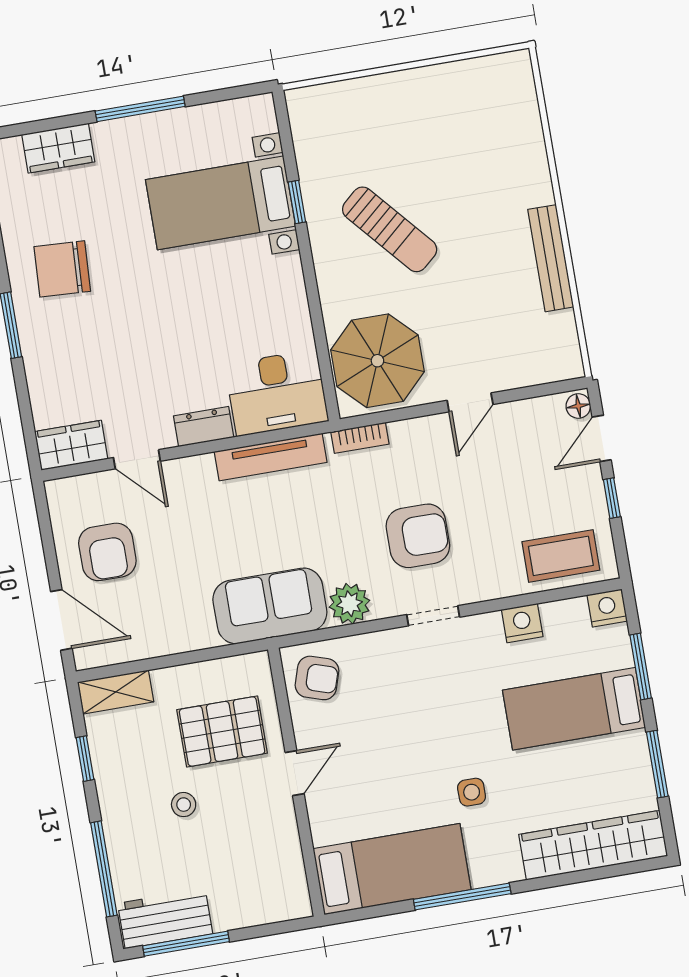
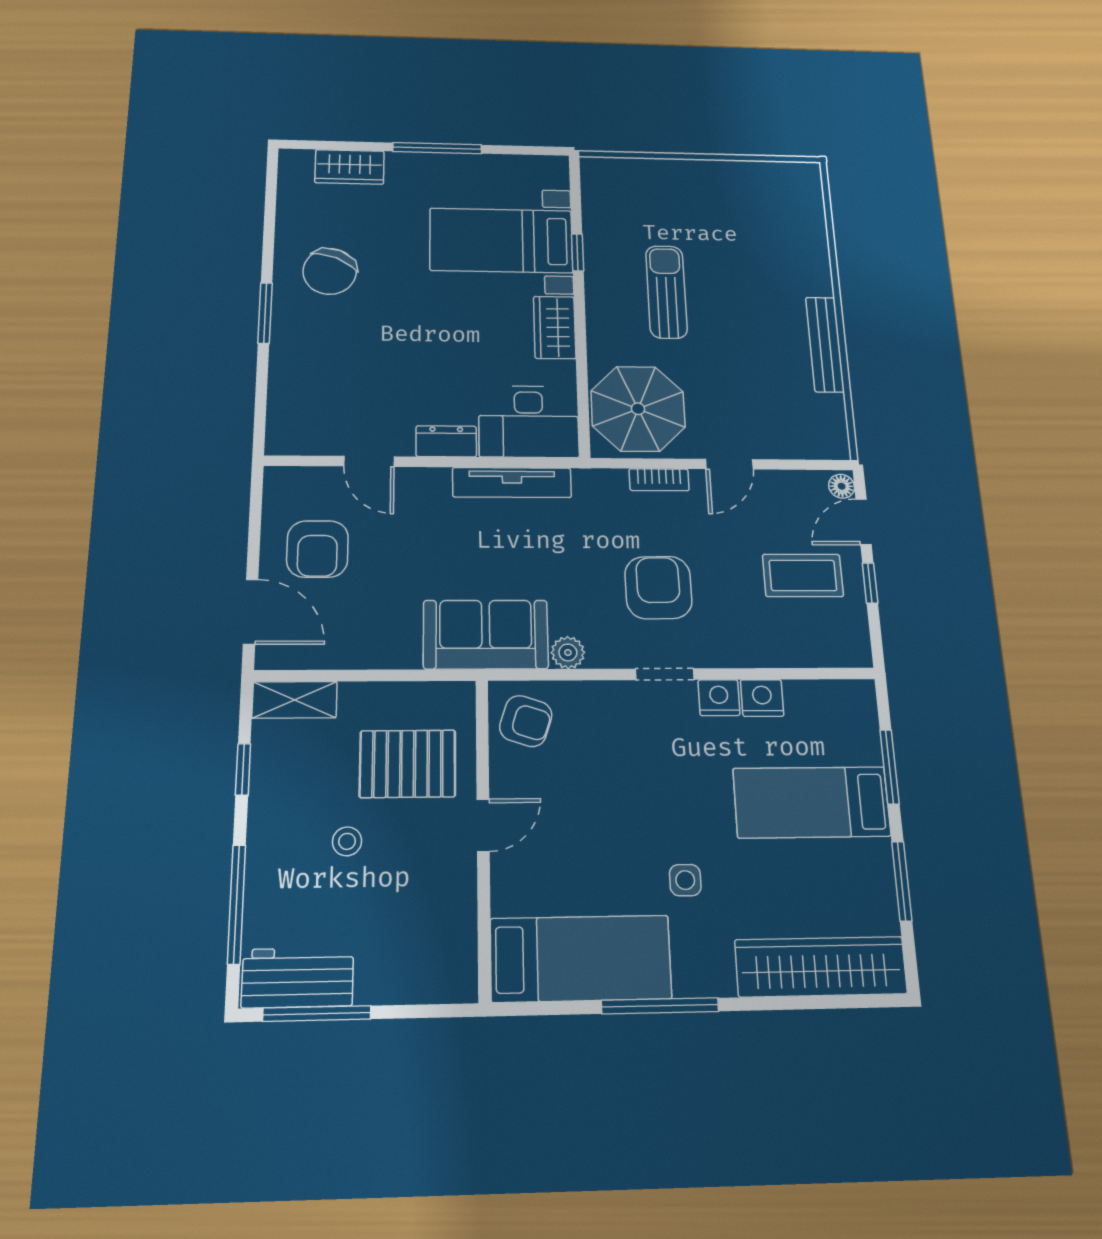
sun lounger: (390, 229) -> (666, 292), turned -139
chair: (62, 269) -> (330, 271), turned -70
bookcase: (360, 438) -> (659, 480), moved
wardrobe: (71, 445) -> (555, 327), moved, turned -90
armchair: (418, 536) -> (658, 588), turned -91
coffee table: (561, 556) -> (803, 575), moved
plant: (349, 604) -> (568, 653), width x0.73, depth x0.73
nightstand: (607, 608) -> (719, 698), moved

